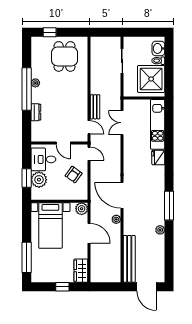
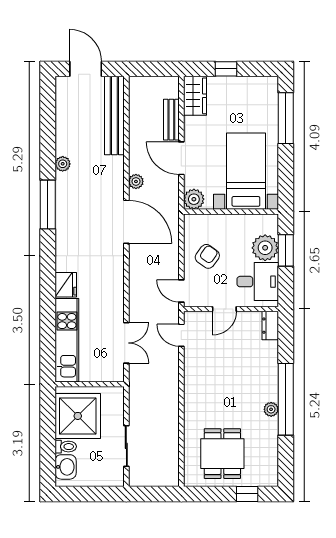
bench: (95, 107) -> (171, 120), moved
dresser: (36, 112) -> (270, 326), moved
door: (63, 143) -> (224, 309), swing flipped

